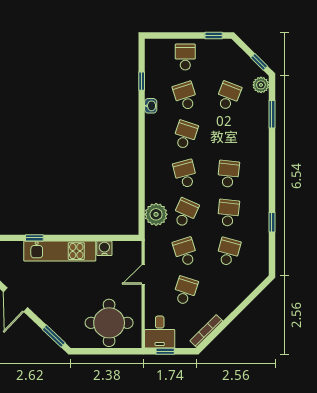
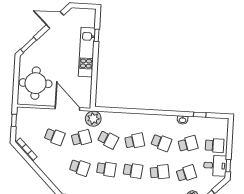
school desk: (228, 96) -> (186, 173), turned -42
school desk: (228, 135) -> (160, 172), added
plant: (156, 214) -> (93, 119), moved
water cooler: (104, 248) -> (87, 83), removed
door: (143, 275) -> (67, 108), width x1.87
desk: (160, 332) -> (215, 166), moved, turned 180

